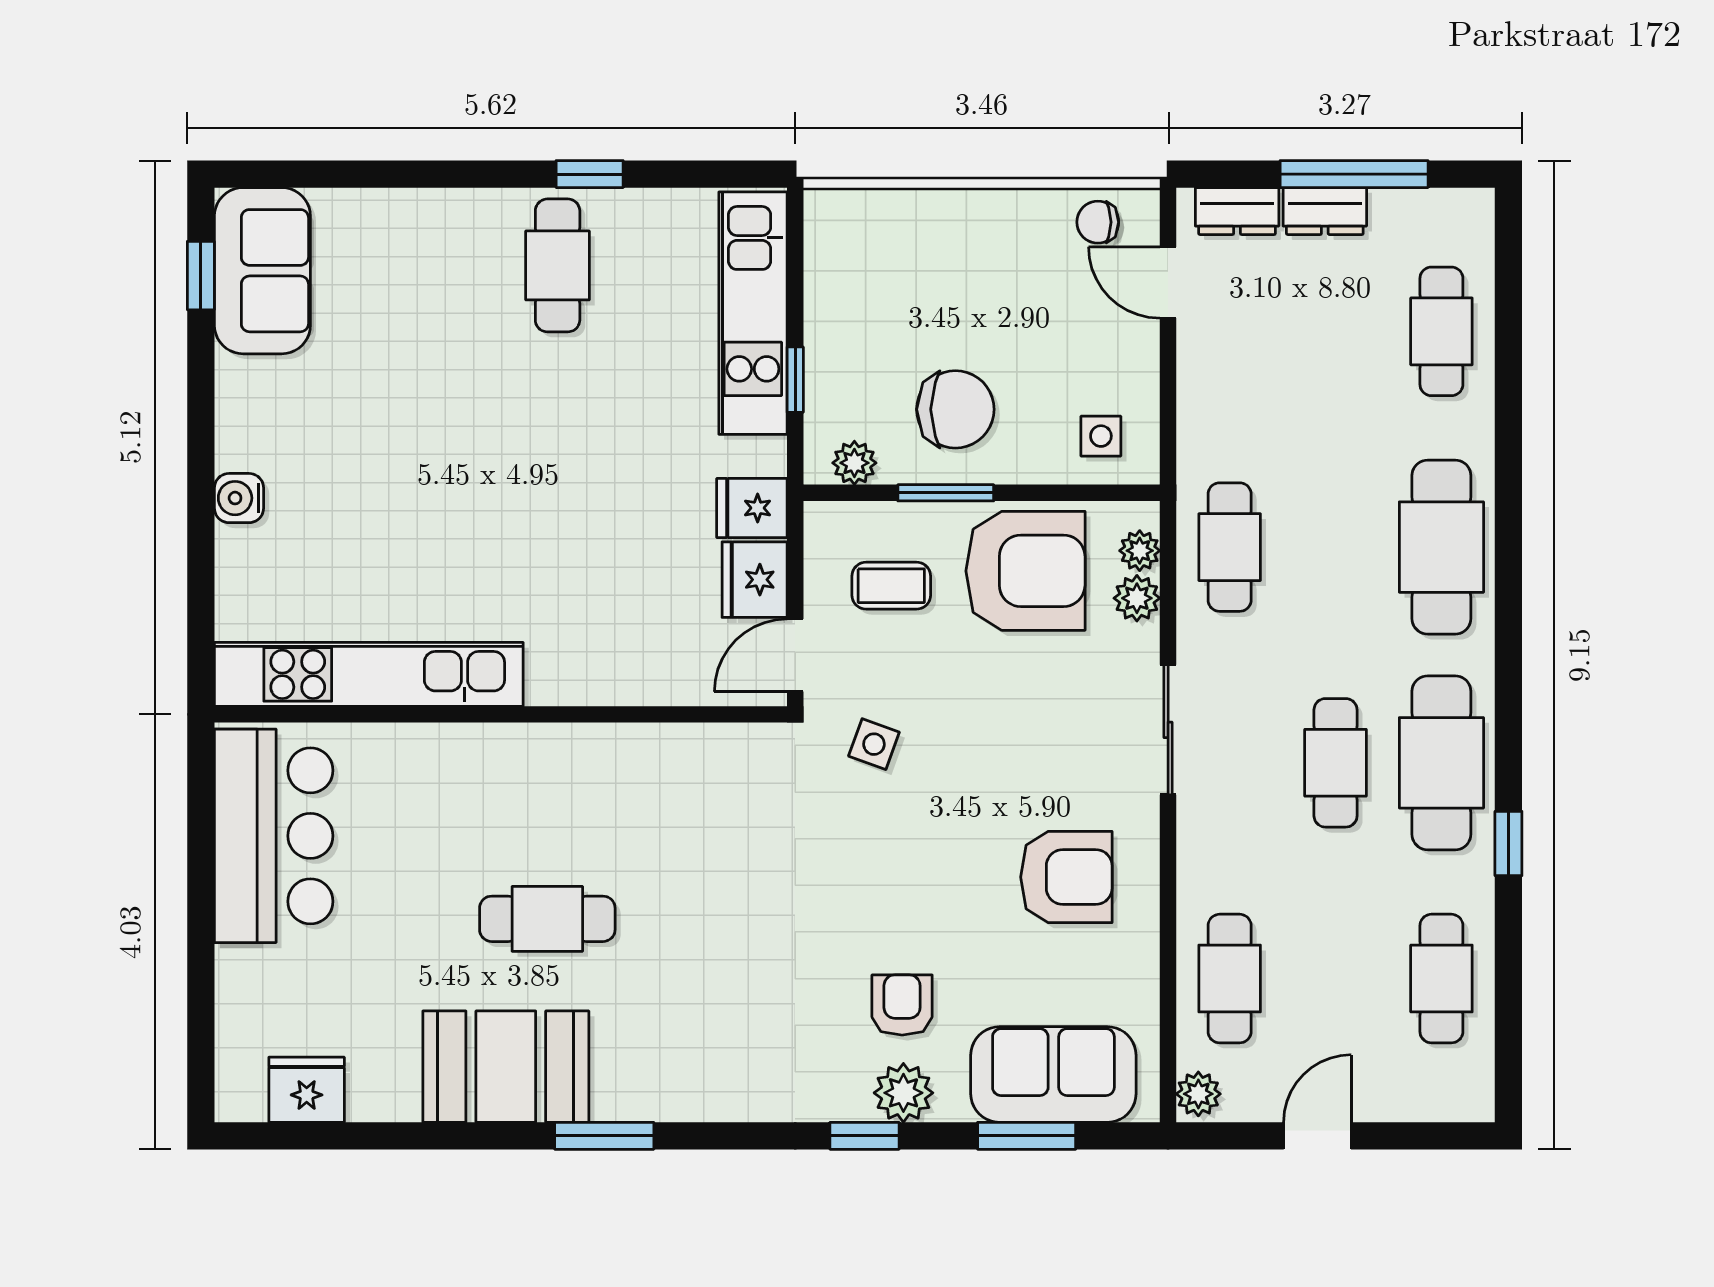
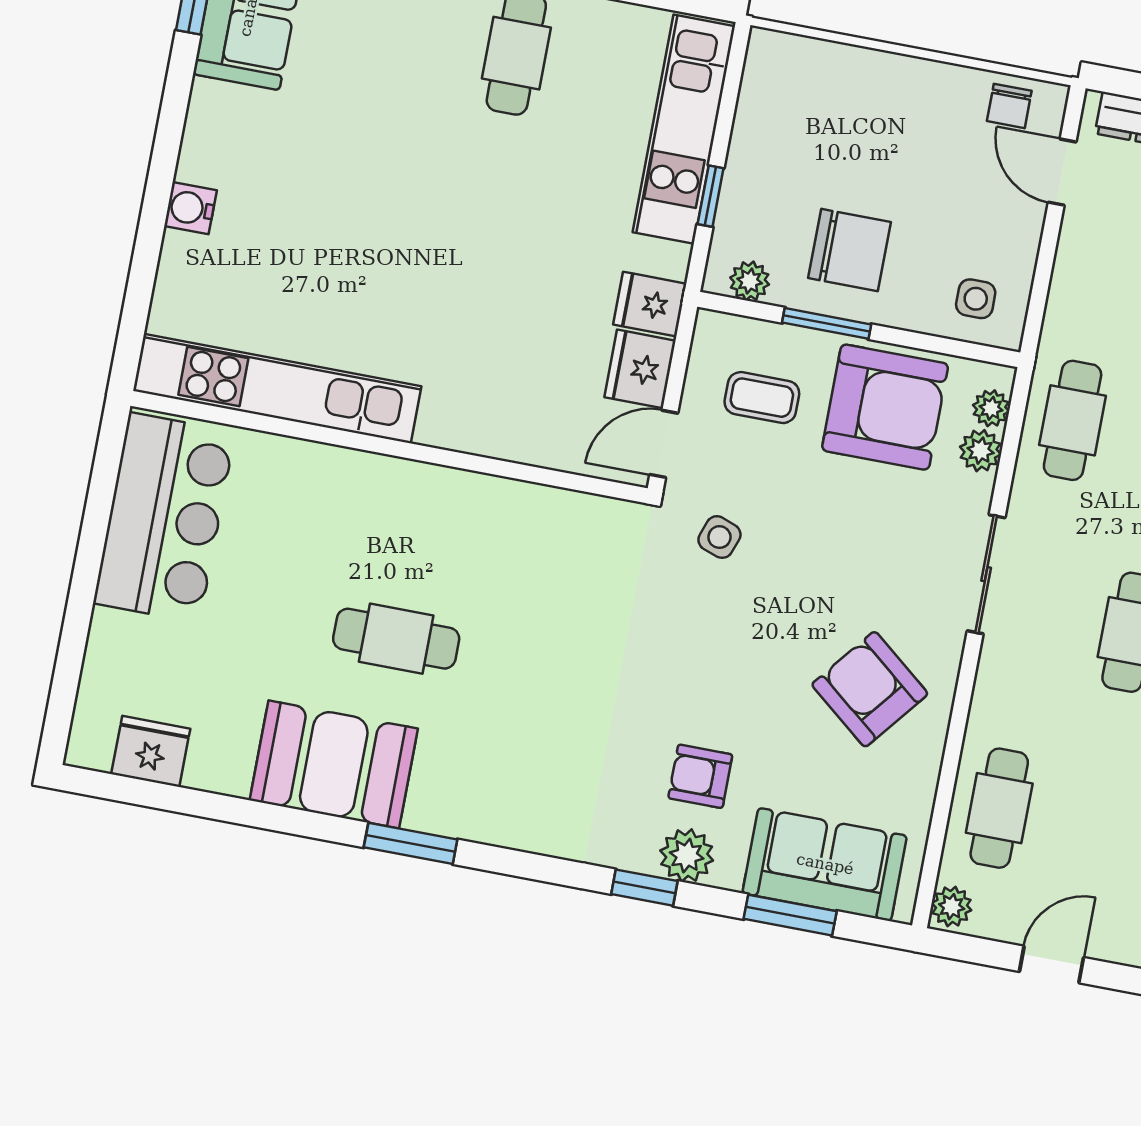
chair: (1098, 222) -> (1009, 106), turned -90
armchair: (1066, 877) -> (870, 689), turned -141
armchair: (902, 1005) -> (700, 776), turned -90

